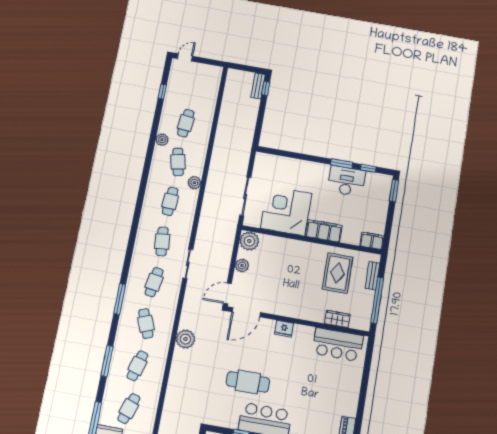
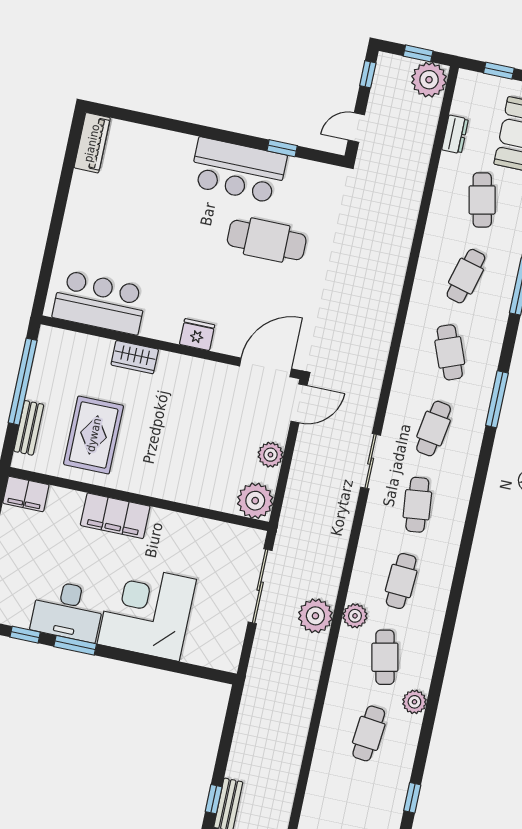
corner desk: (286, 211) -> (147, 612), moved, turned 180
wardrobe: (337, 319) -> (135, 357), moved
plant: (185, 339) -> (315, 616), moved
cafe table: (129, 409) -> (482, 200), turned -30

